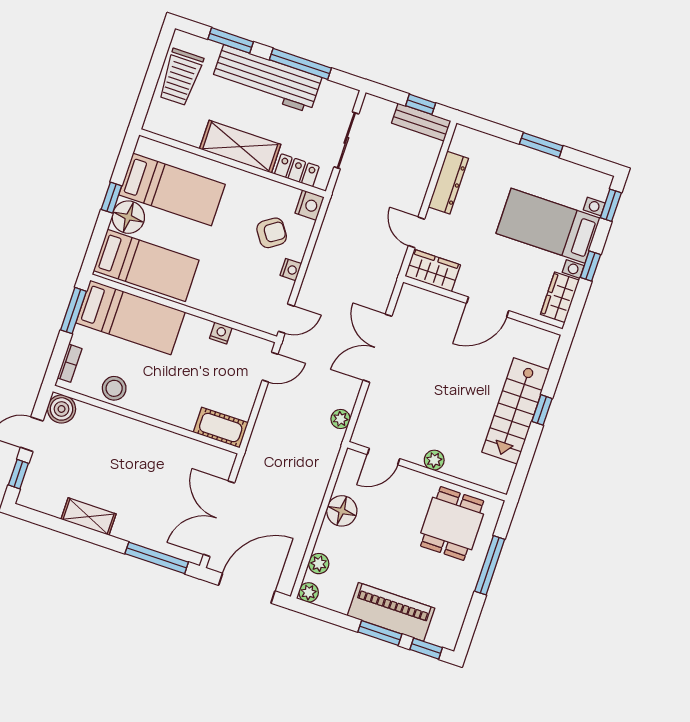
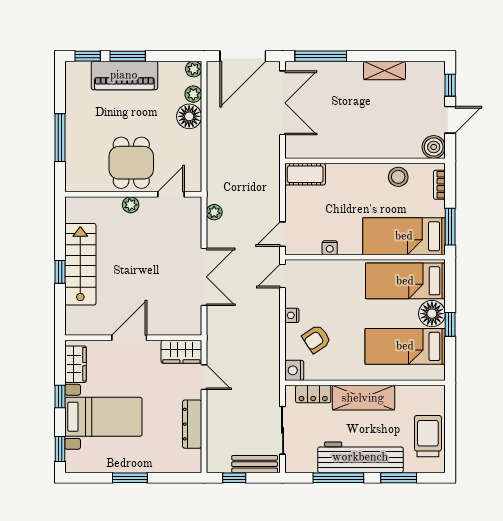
bench: (421, 122) -> (255, 464), moved
floor lamp: (342, 511) -> (189, 116), moved
dining table: (452, 524) -> (131, 163), moved

